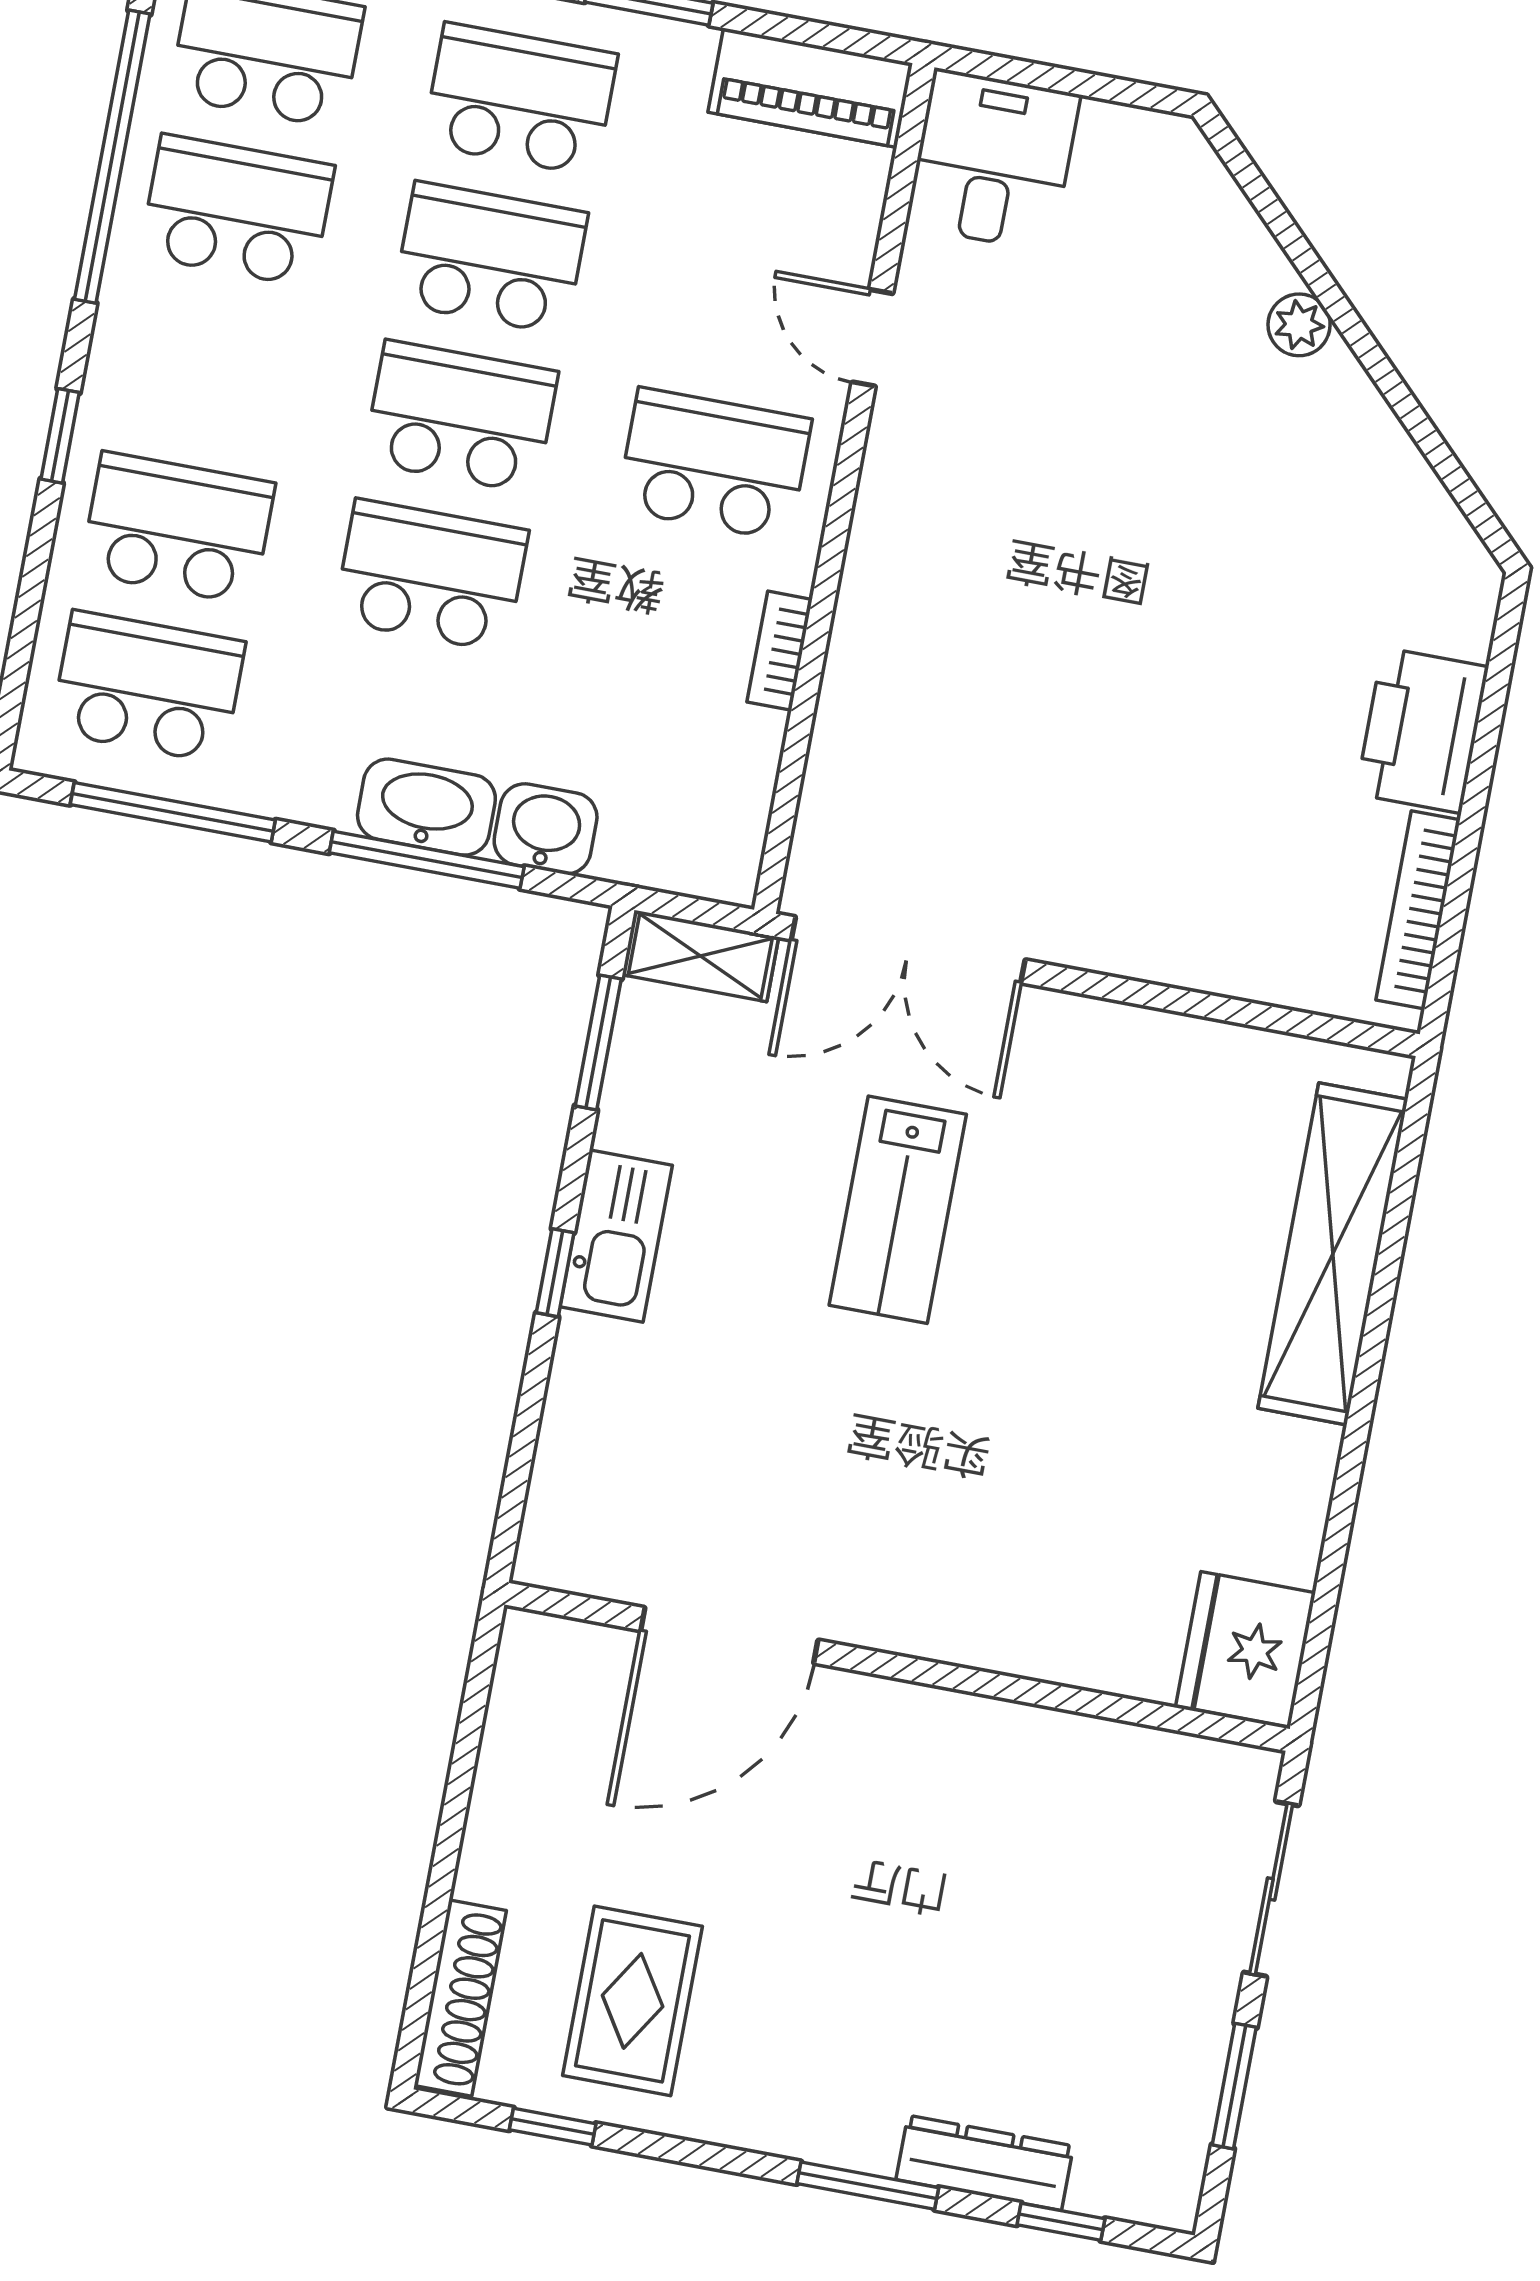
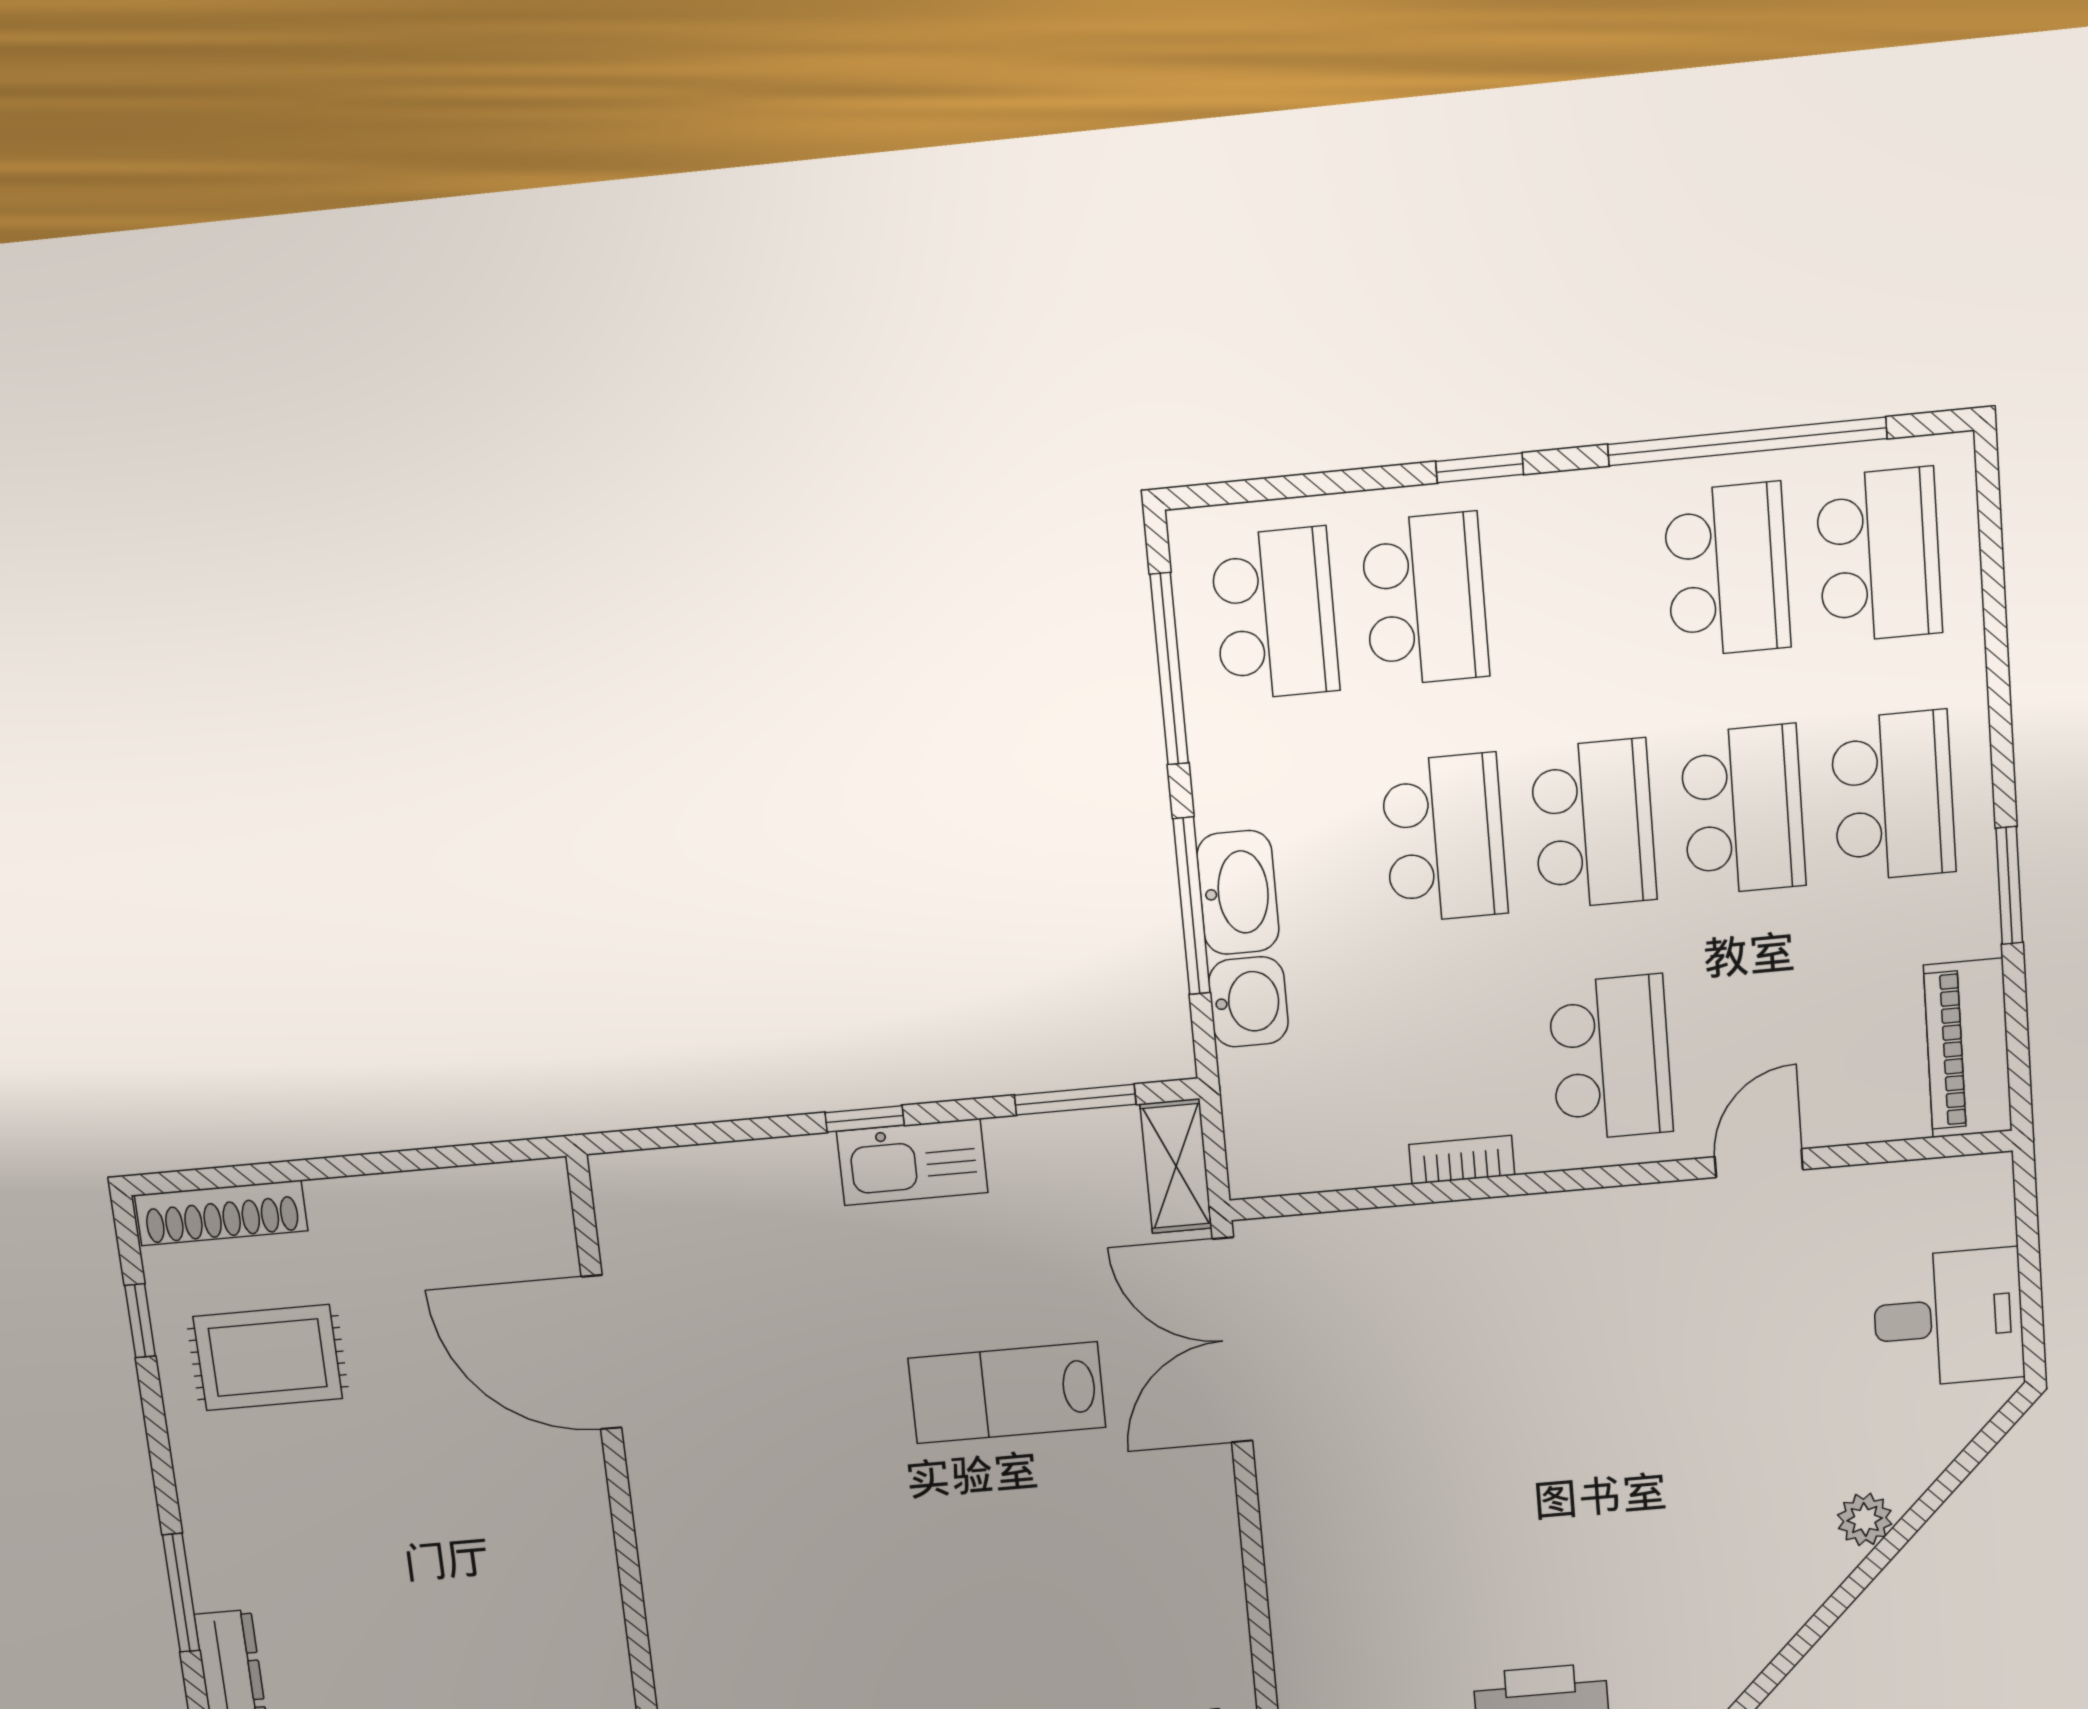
desk: (993, 160) -> (1948, 1318), moved

